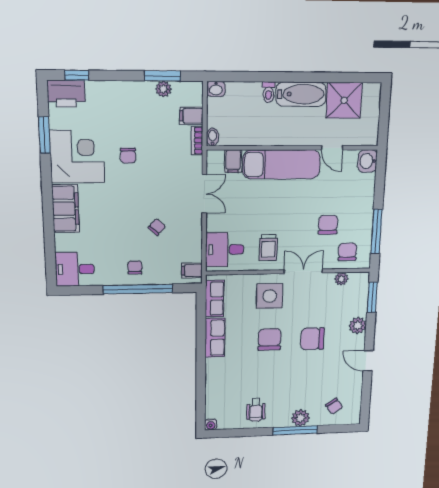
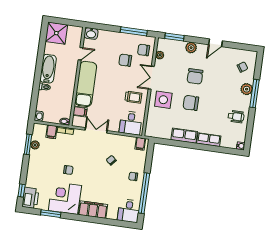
shower: (344, 100) -> (56, 33), moved
window: (138, 289) -> (144, 193), moved
row of seats: (215, 298) -> (209, 140), moved

